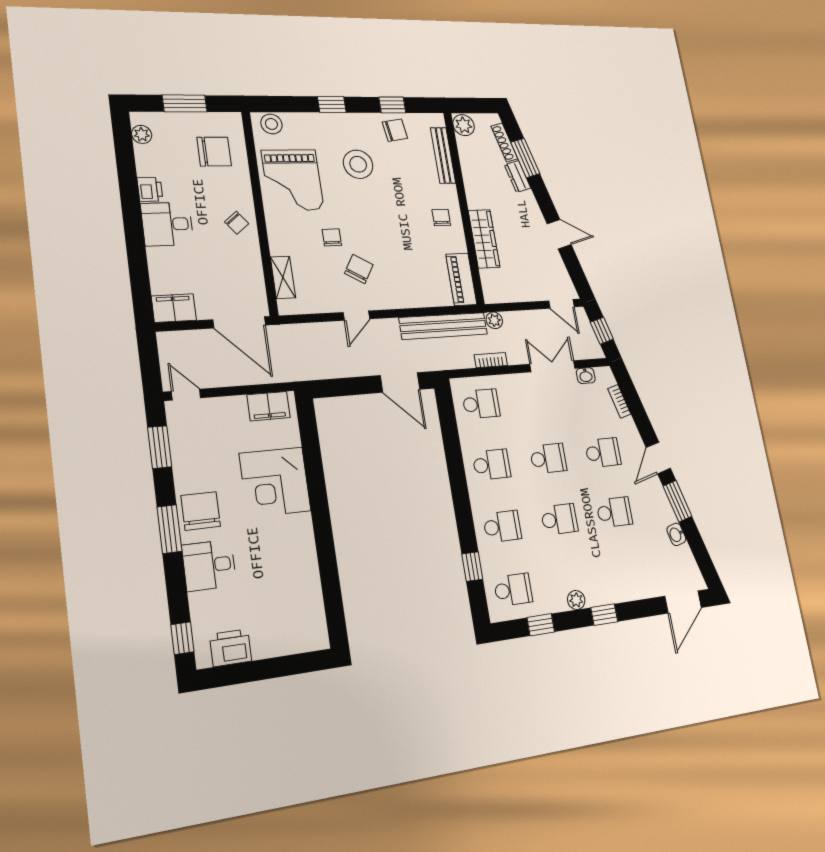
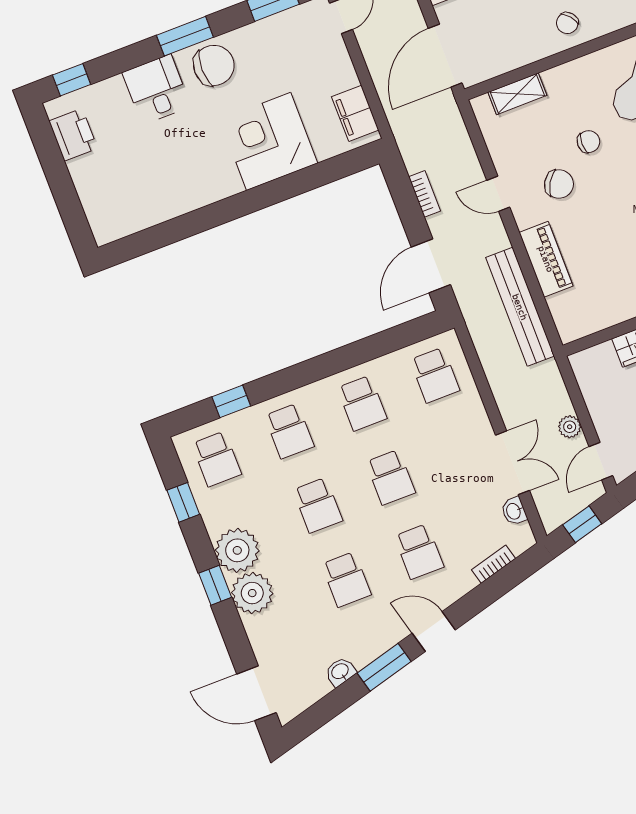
piano: (461, 279) -> (546, 259), moved, turned 90
plant: (494, 320) -> (570, 427), moved
bookcase: (491, 360) -> (425, 194), moved
plant: (614, 587) -> (252, 593), added
plant: (576, 600) -> (237, 550), width x1.88, depth x1.88

